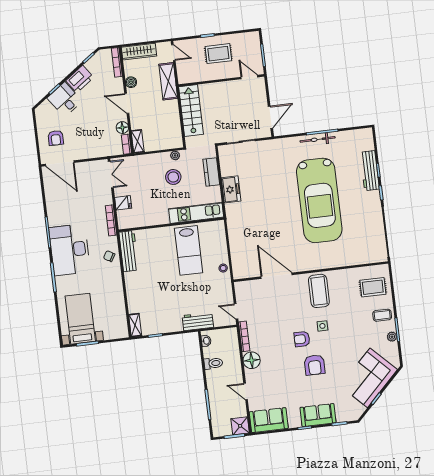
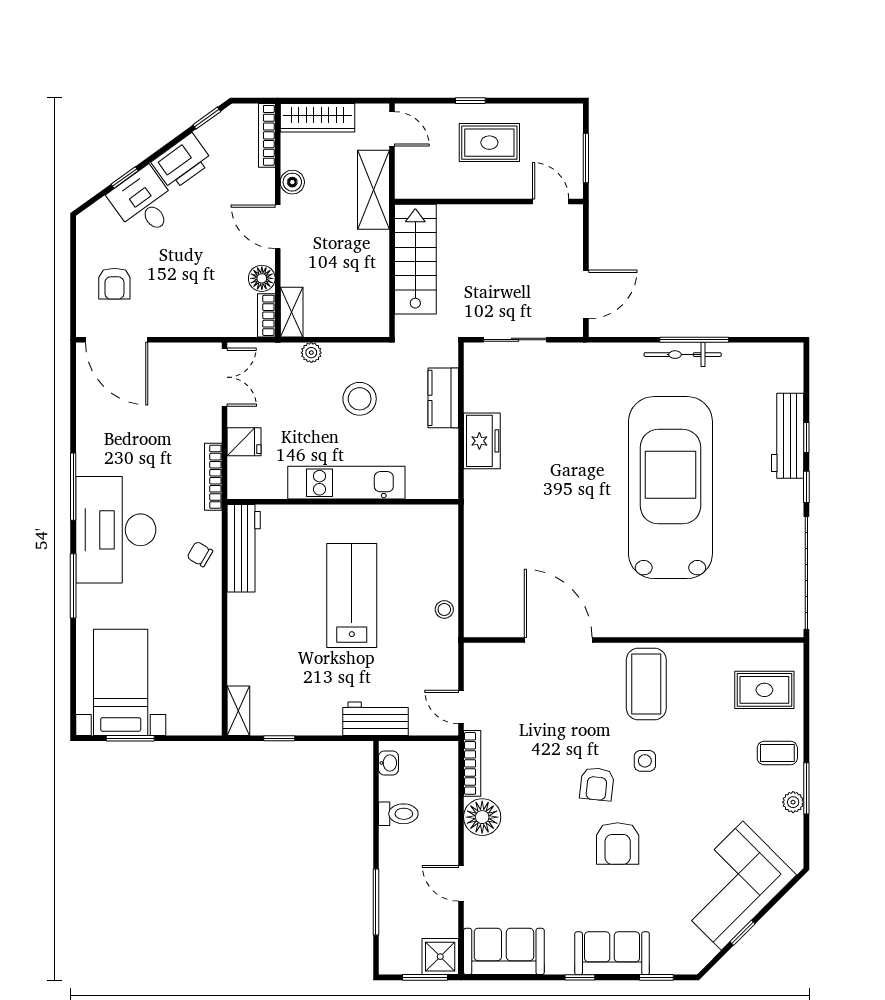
plant: (175, 155) -> (311, 353), moved
car: (319, 200) -> (670, 488), turned 180
kitchen unit: (196, 213) -> (346, 483), moved
lab bench: (189, 250) -> (352, 595), moved, turned 180
armchair: (302, 339) -> (597, 784), turned -84

